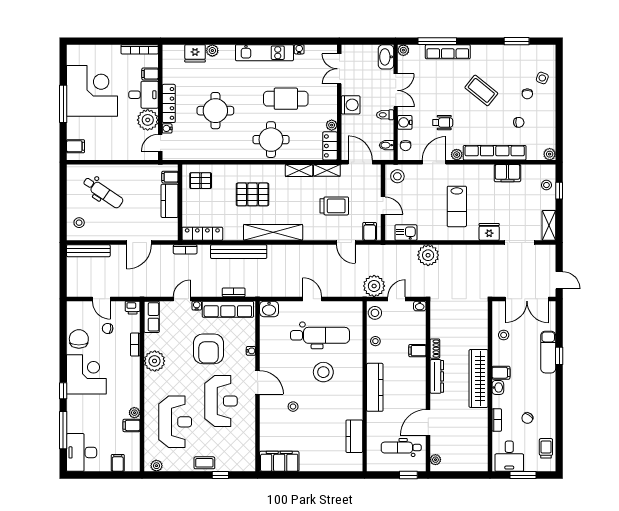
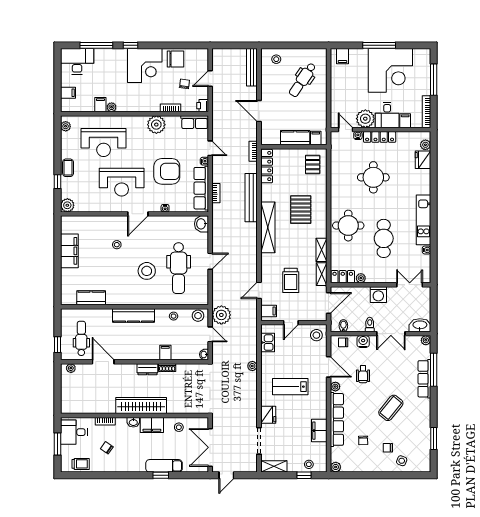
window: (103, 41) -> (434, 80), added
plant: (212, 51) -> (425, 145), moved
plant: (428, 255) -> (252, 366), width x0.53, depth x0.53
armchair: (209, 349) -> (167, 171), turned 180
filing cabinet: (501, 373) -> (152, 425), width x2.00
dresser: (437, 376) -> (147, 369), width x0.70
filing cabinet: (279, 461) -> (69, 251), moved
plant: (248, 464) -> (67, 205), added

